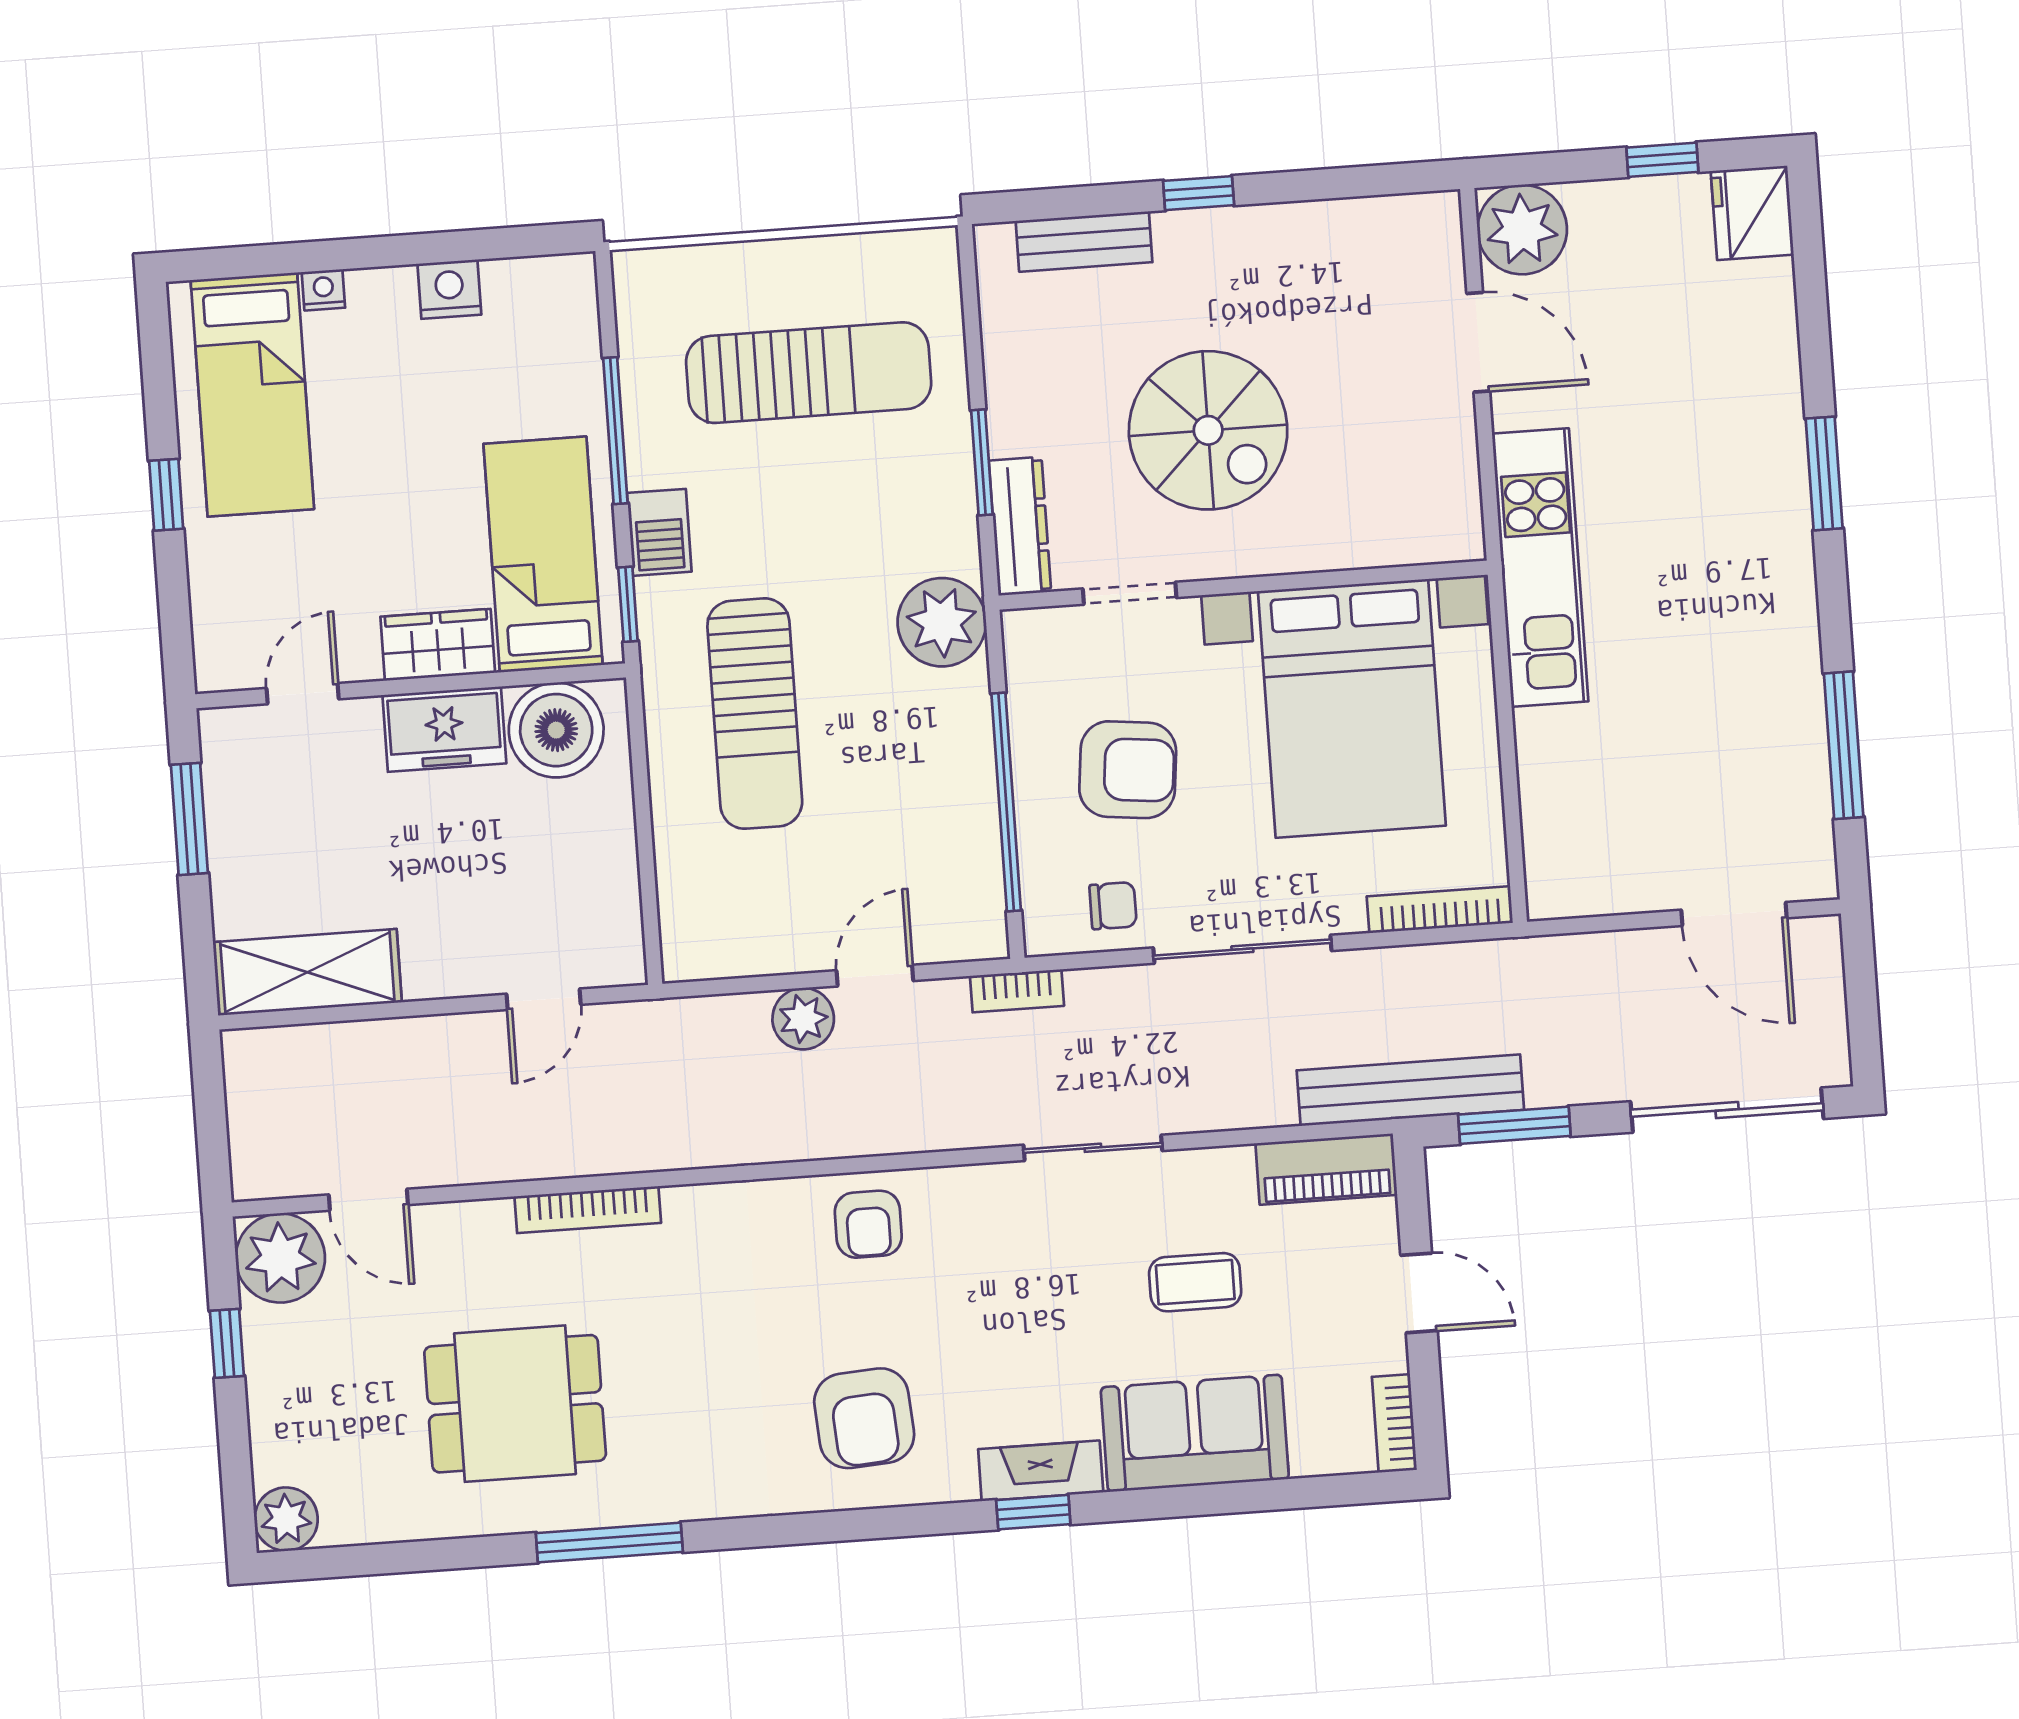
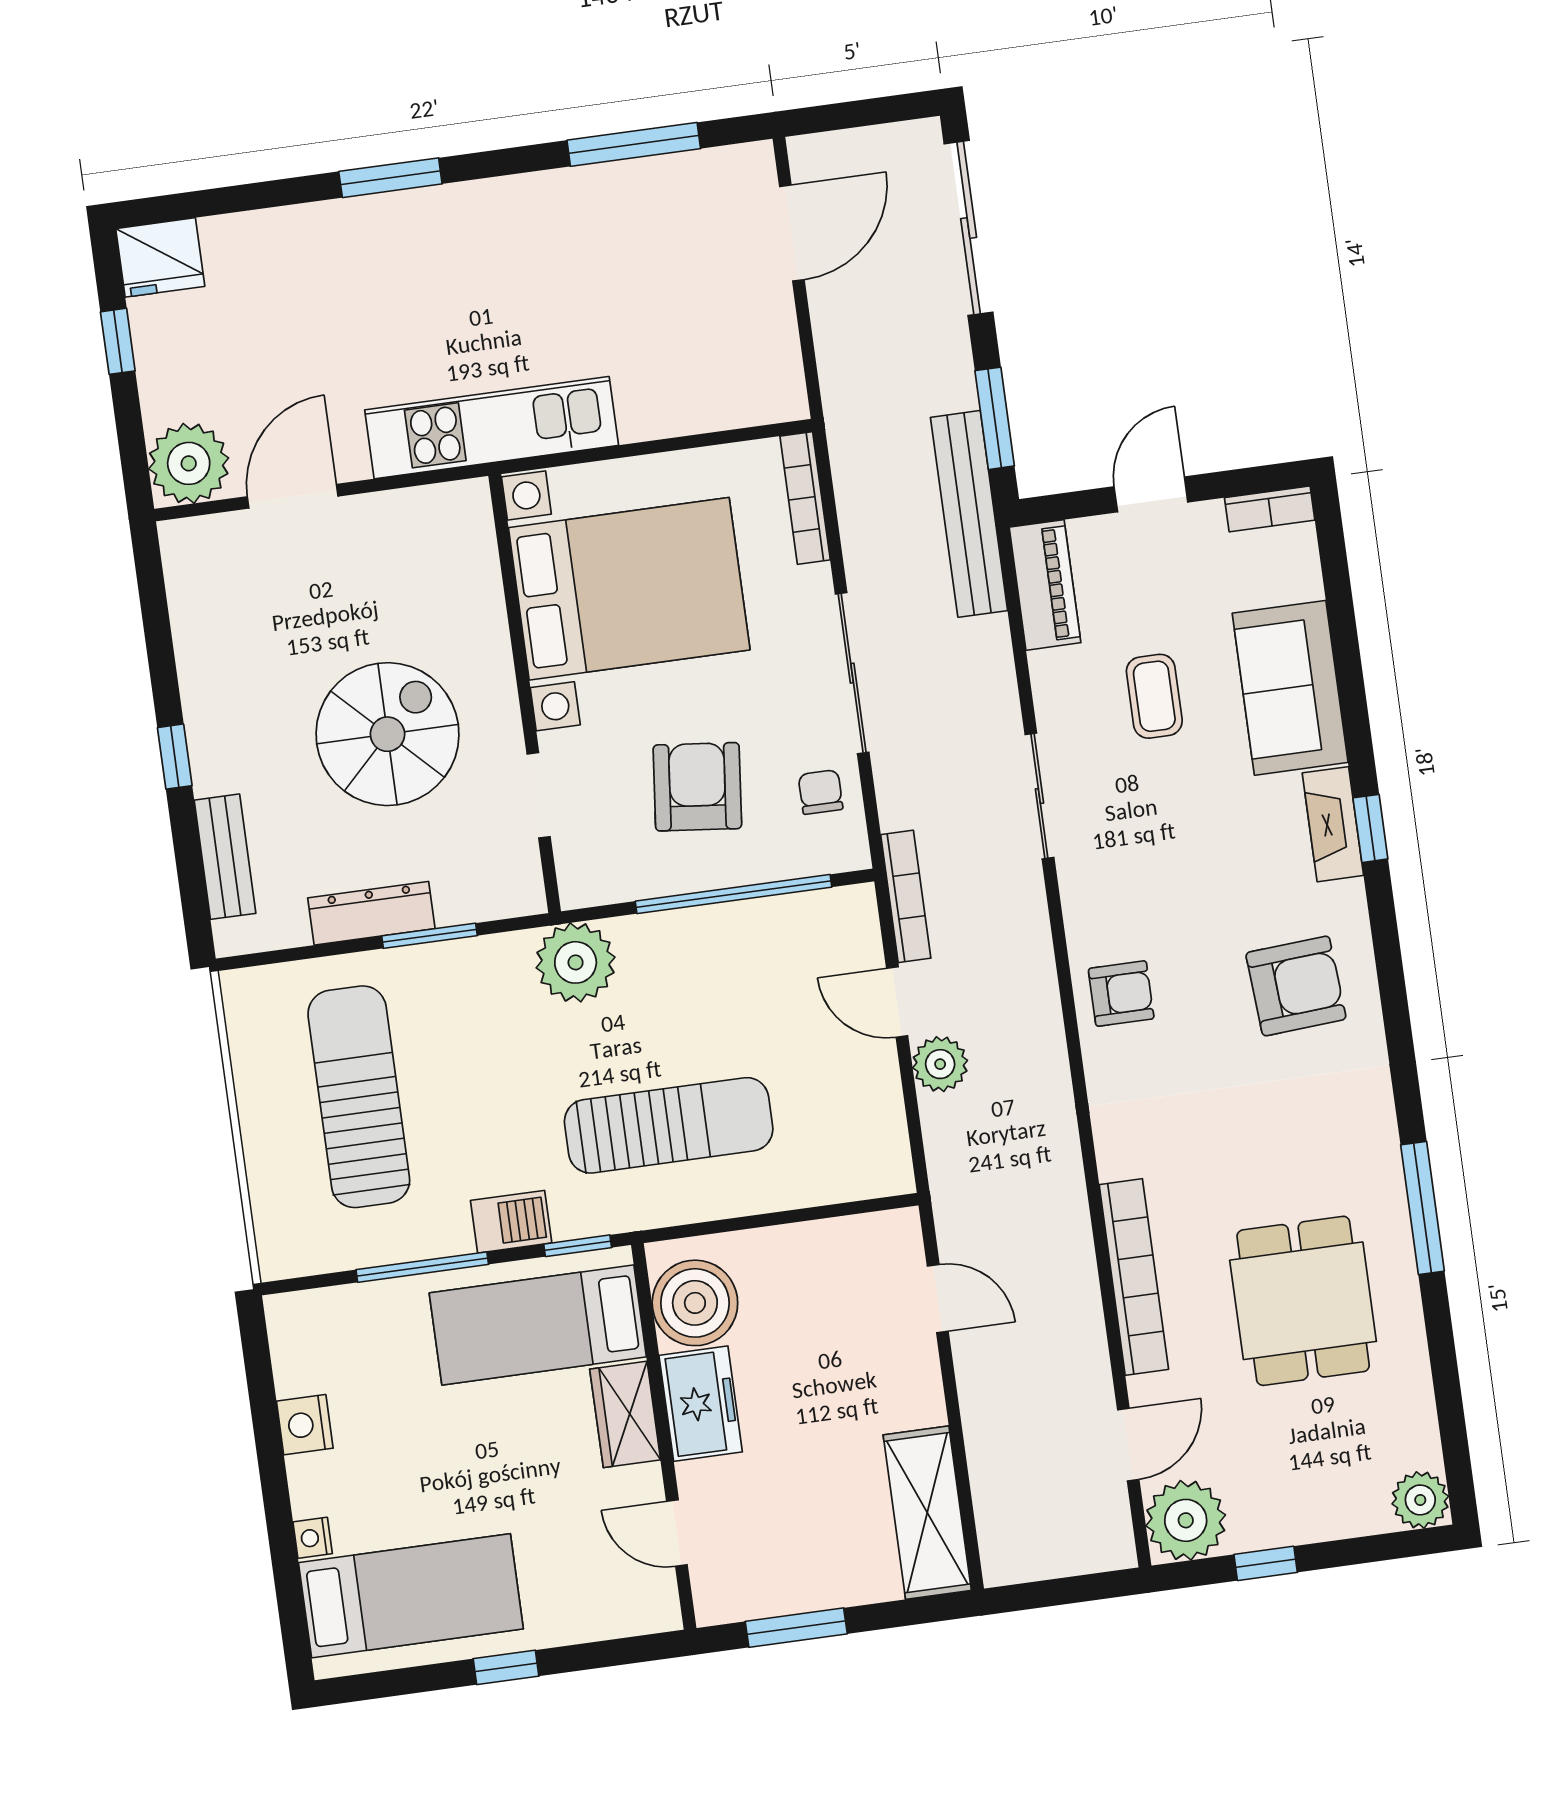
dresser: (1020, 526) -> (371, 913), moved
bookcase: (1017, 991) -> (906, 896), width x1.56
bookcase: (588, 1210) -> (1134, 1277), width x1.48, depth x1.31

